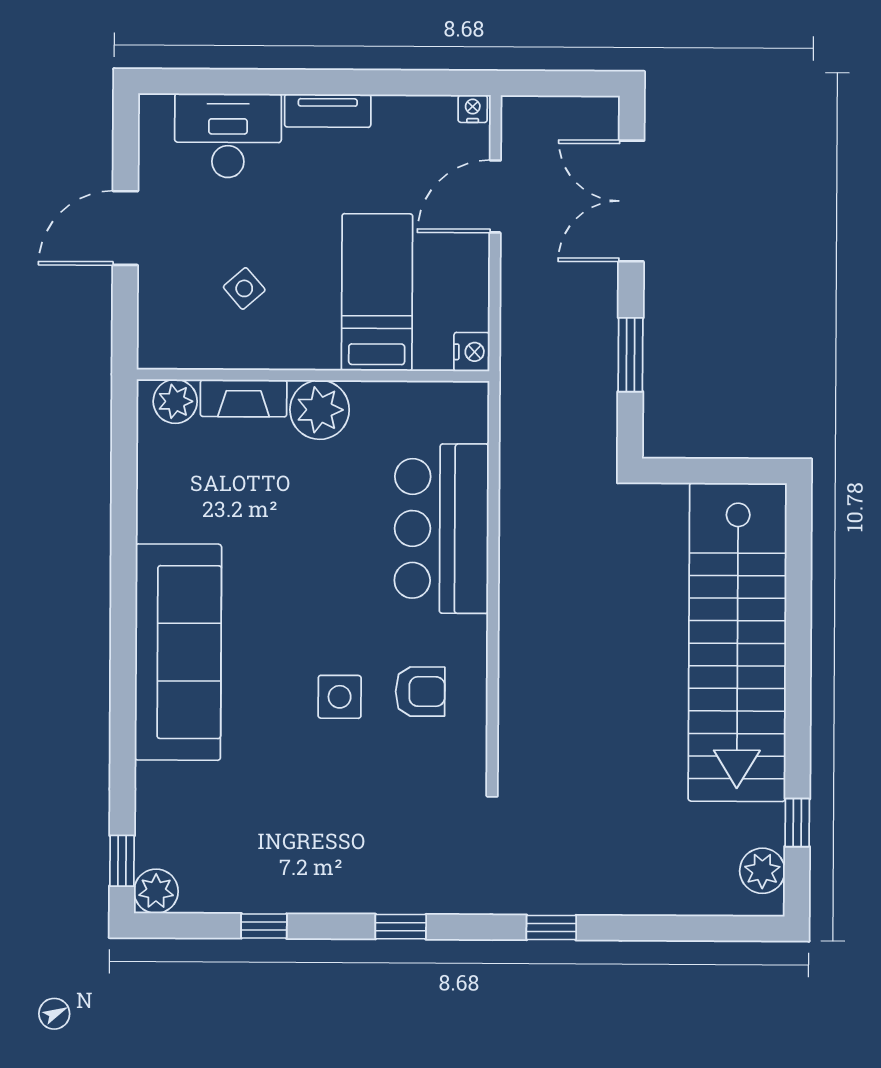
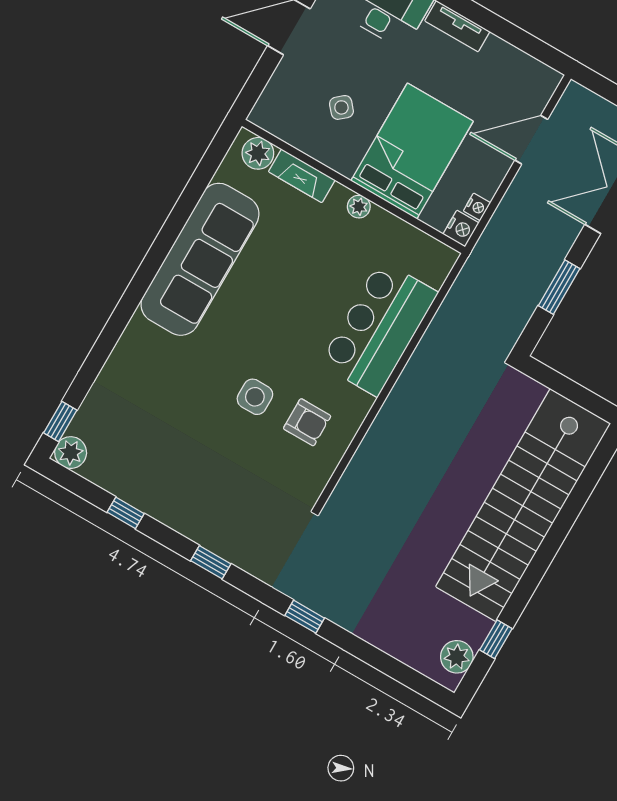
nightstand: (473, 109) -> (477, 207), moved, turned 90
bed: (377, 292) -> (412, 151), width x1.50
plant: (320, 410) -> (359, 207), width x0.53, depth x0.53
sofa: (178, 652) -> (200, 259), moved

